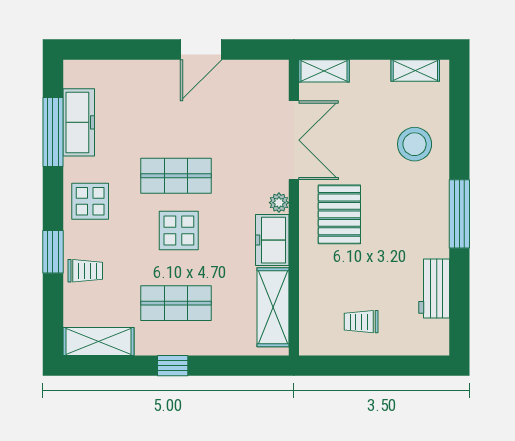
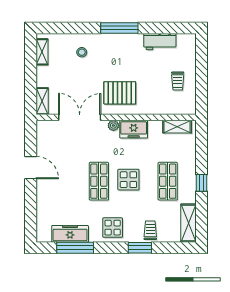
stool: (415, 144) -> (82, 52), width x0.53, depth x0.53
shelving: (273, 307) -> (177, 127), width x0.67, depth x0.75

